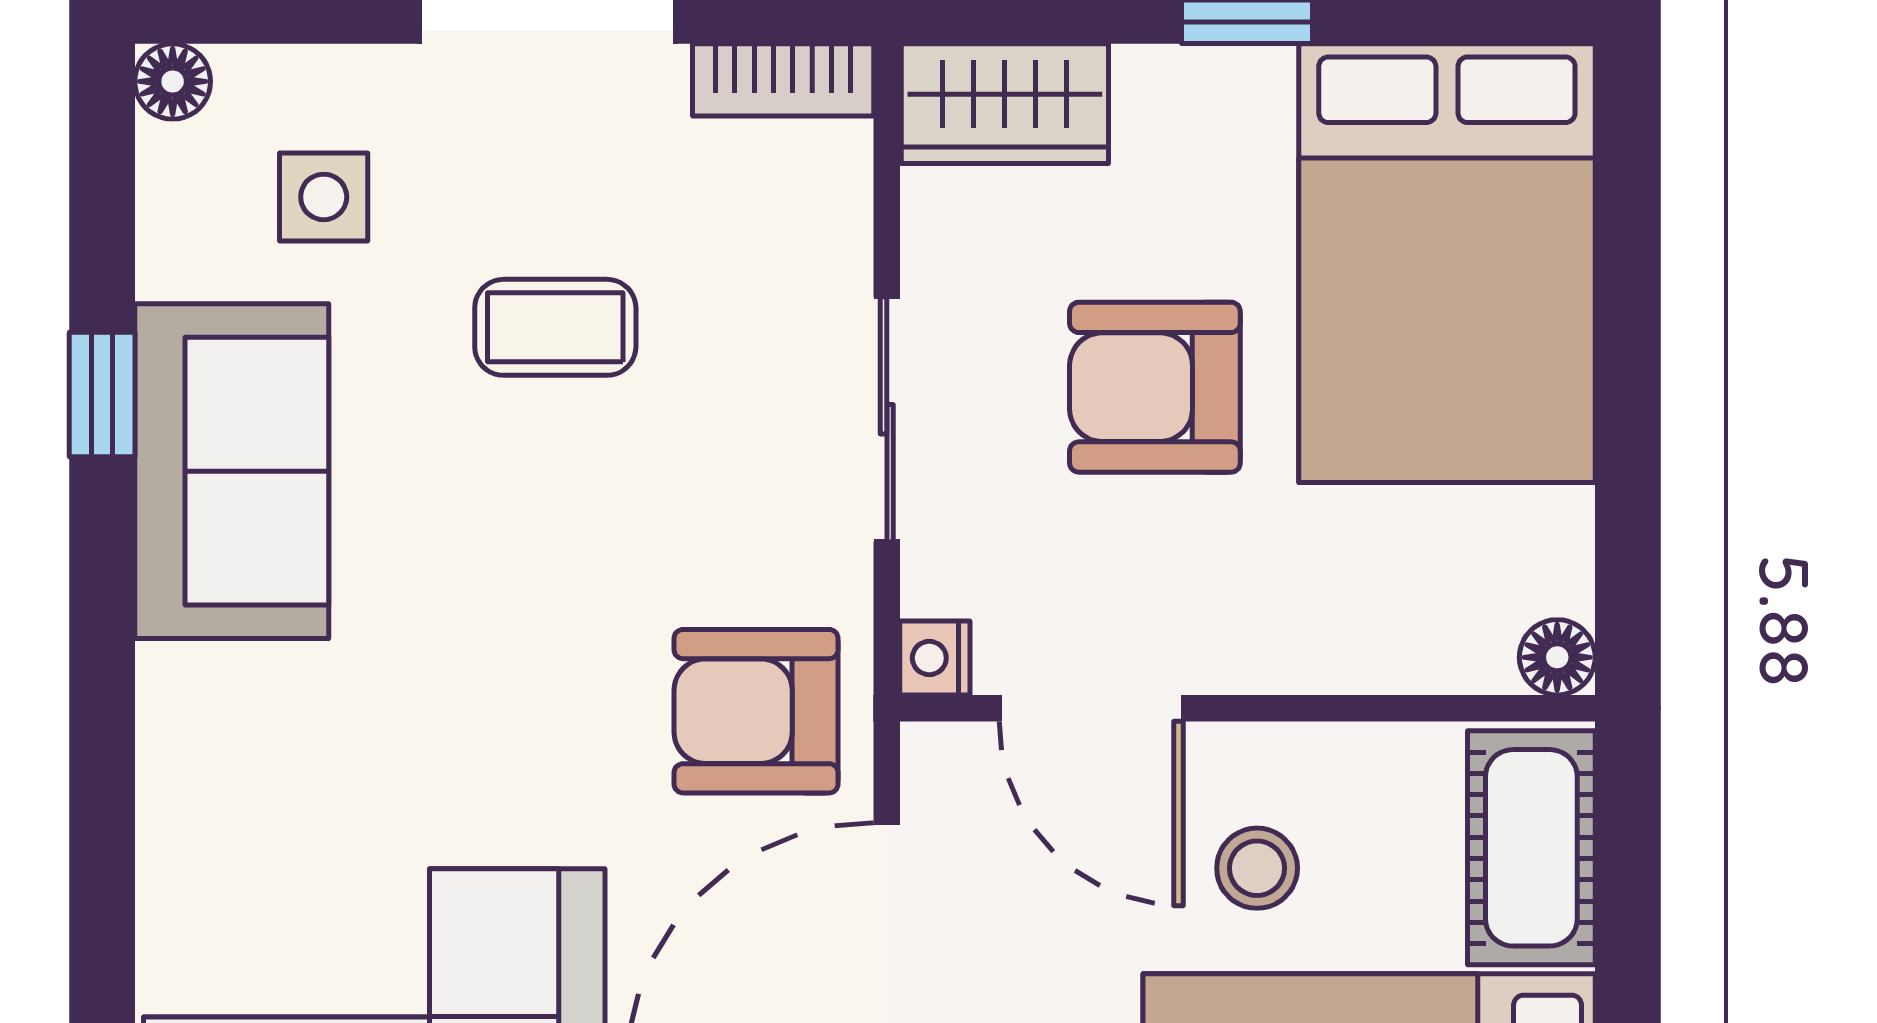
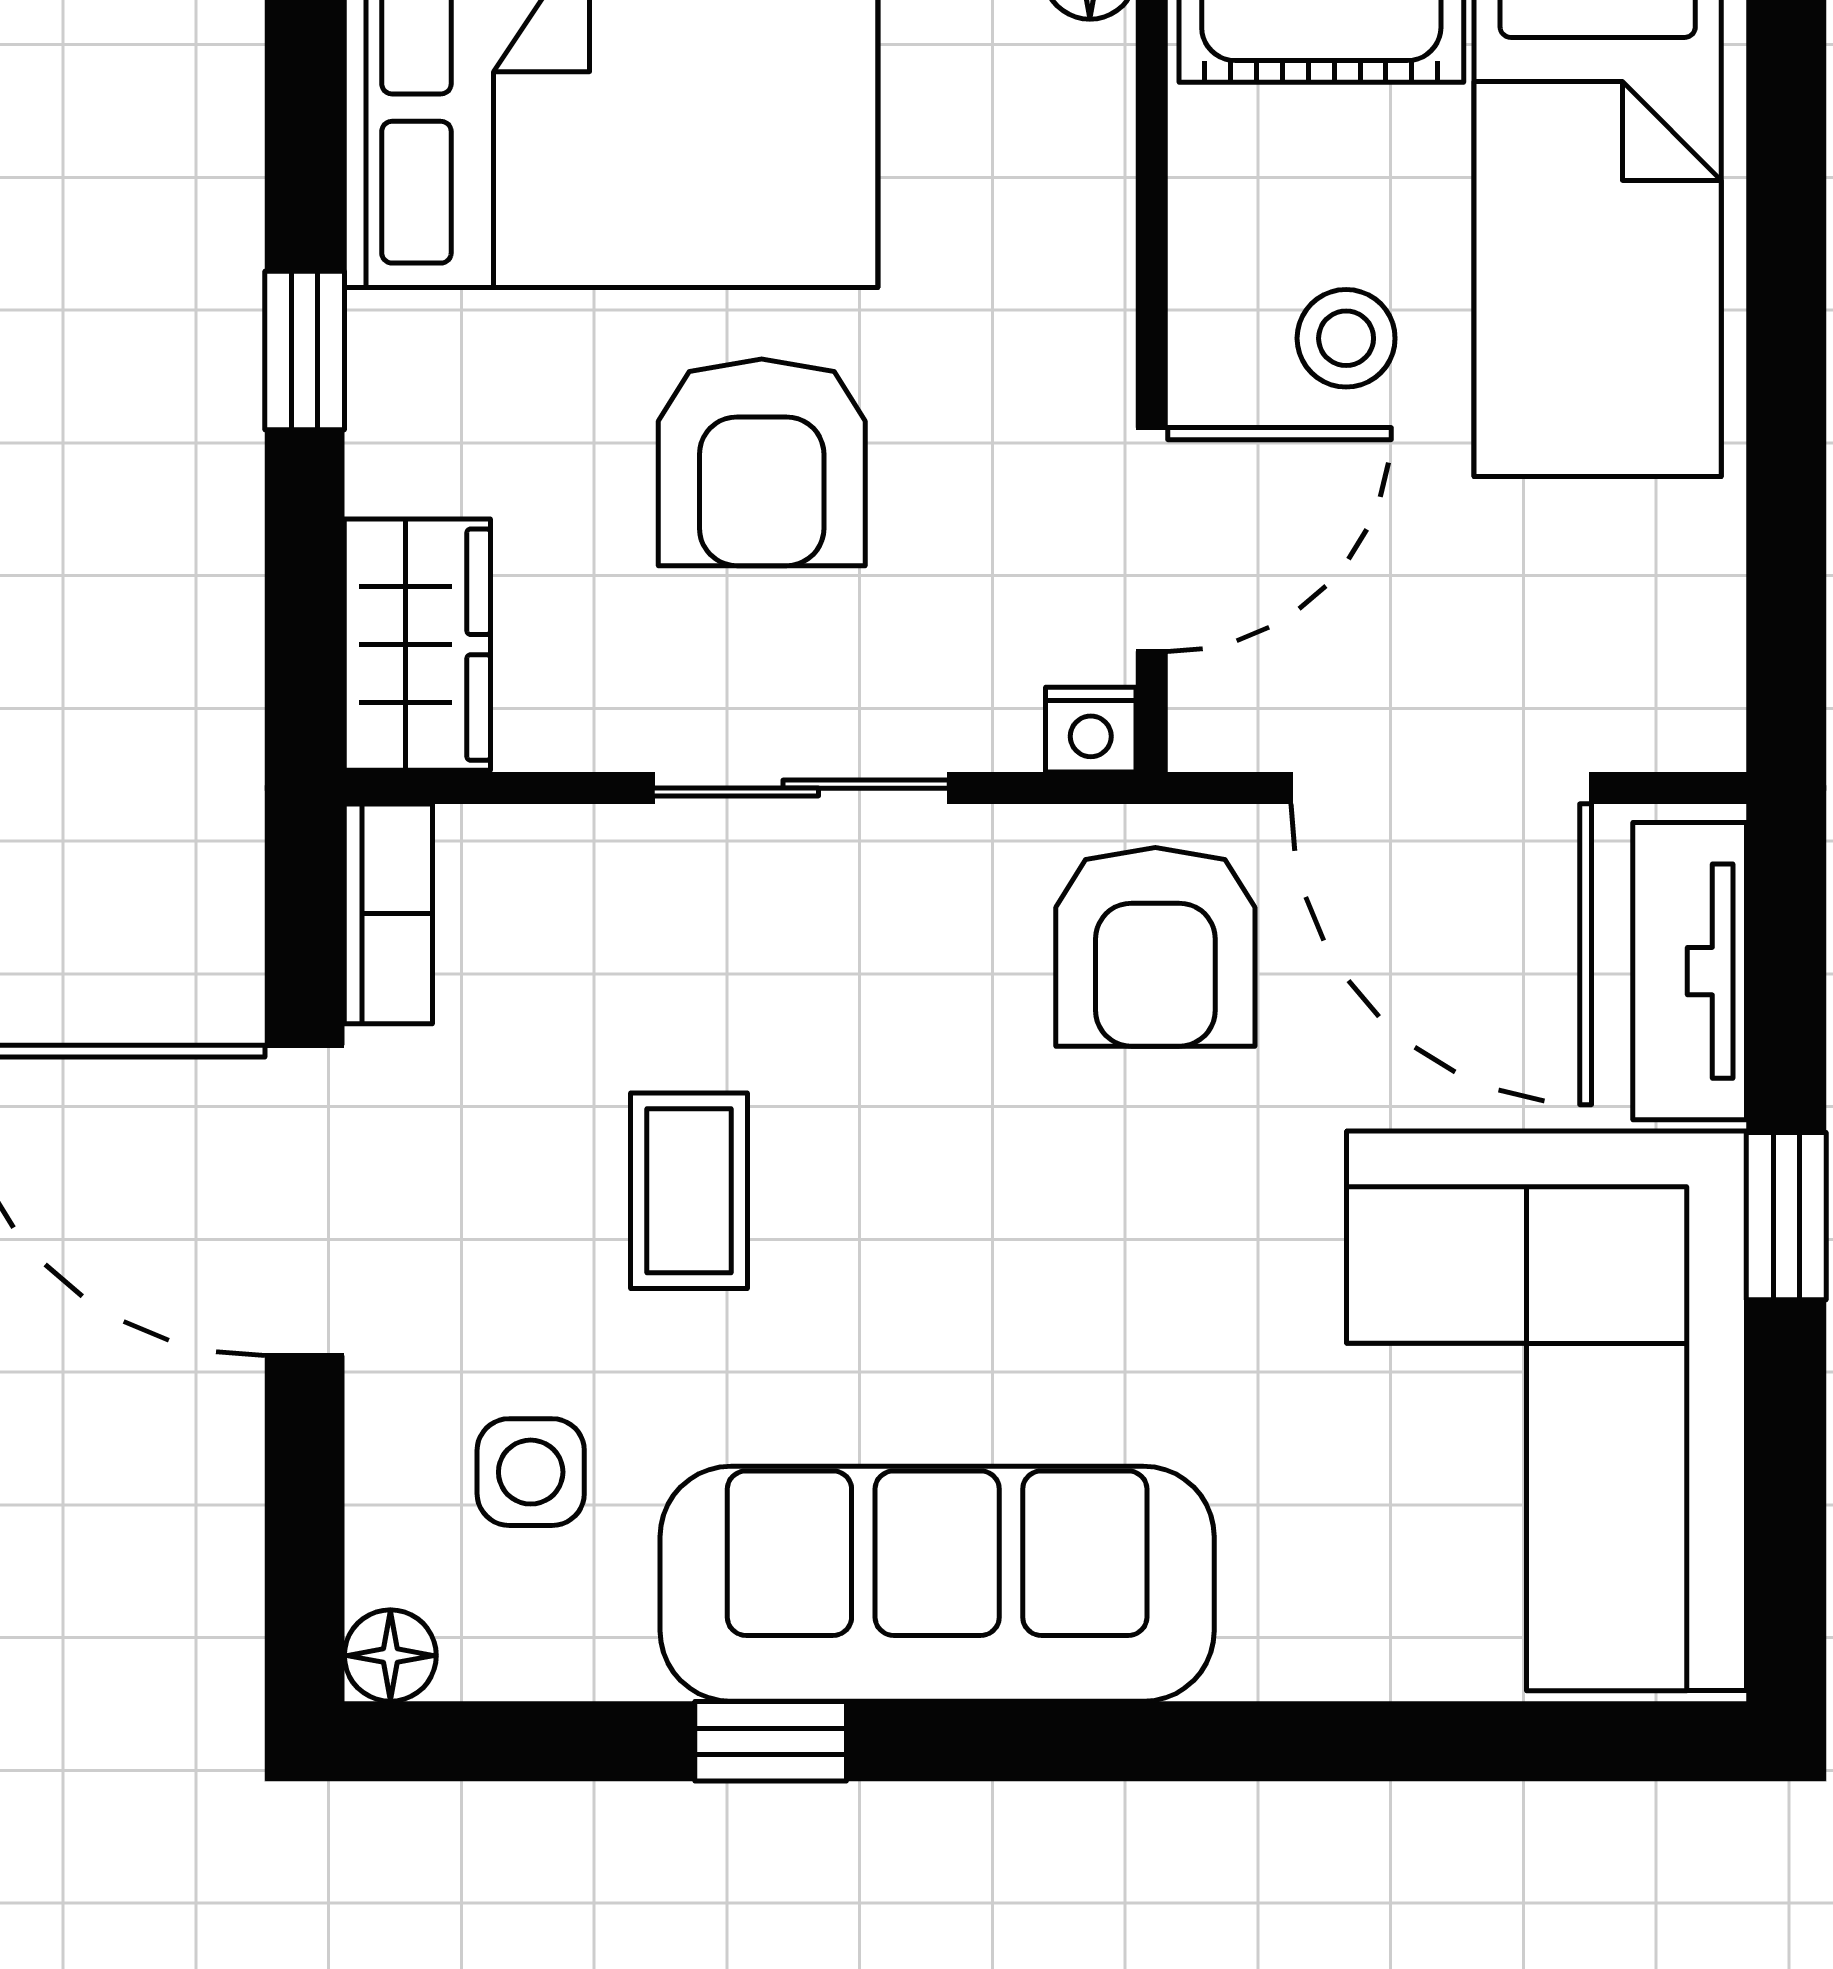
sofa: (232, 471) -> (937, 1584), width x1.36

